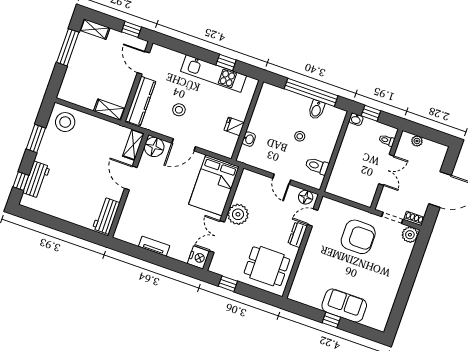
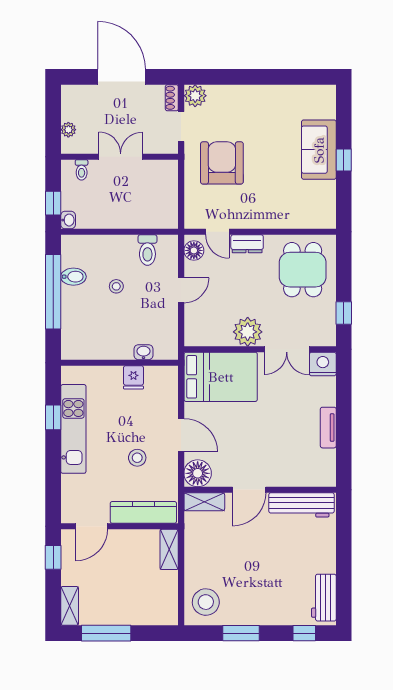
workbench: (36, 180) -> (324, 598), moved, turned -90
workbench: (106, 216) -> (301, 505), width x1.38

